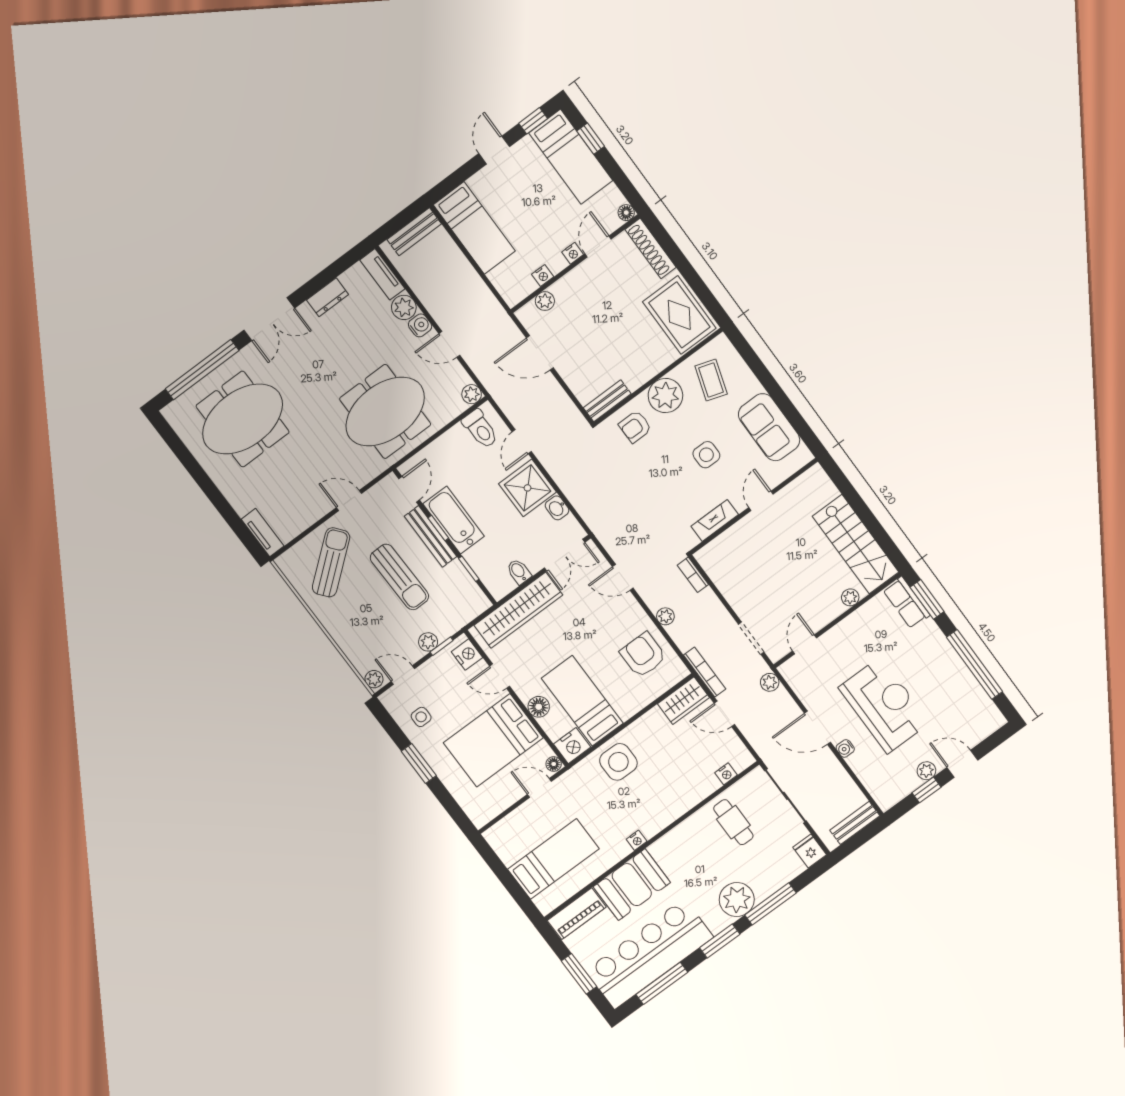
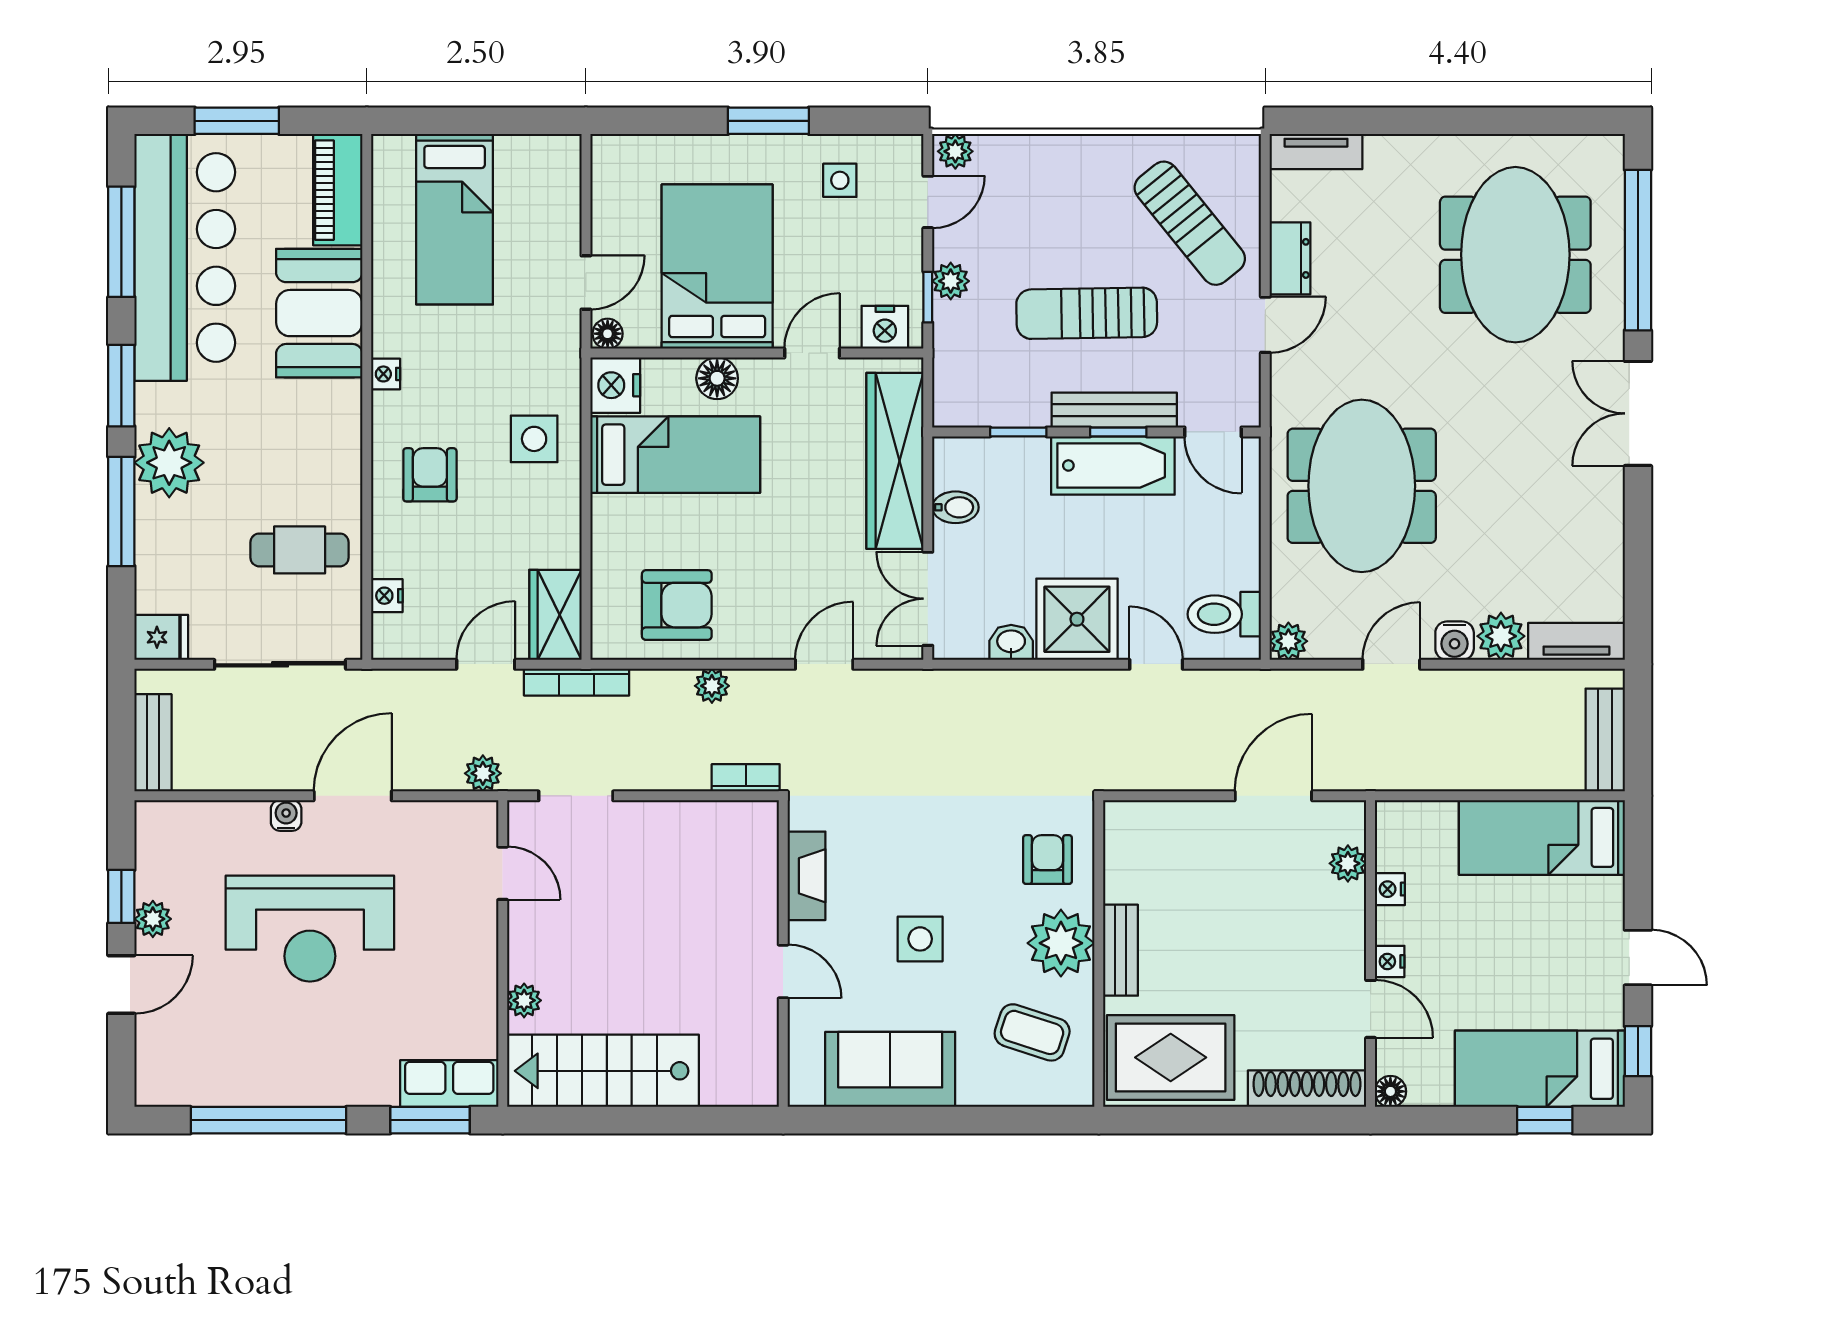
dresser: (328, 297) -> (1290, 258), moved, turned 180
bench: (607, 401) -> (1121, 950), moved
side table: (618, 762) -> (534, 439), width x0.73, depth x0.73
armchair: (664, 793) -> (430, 475), added

